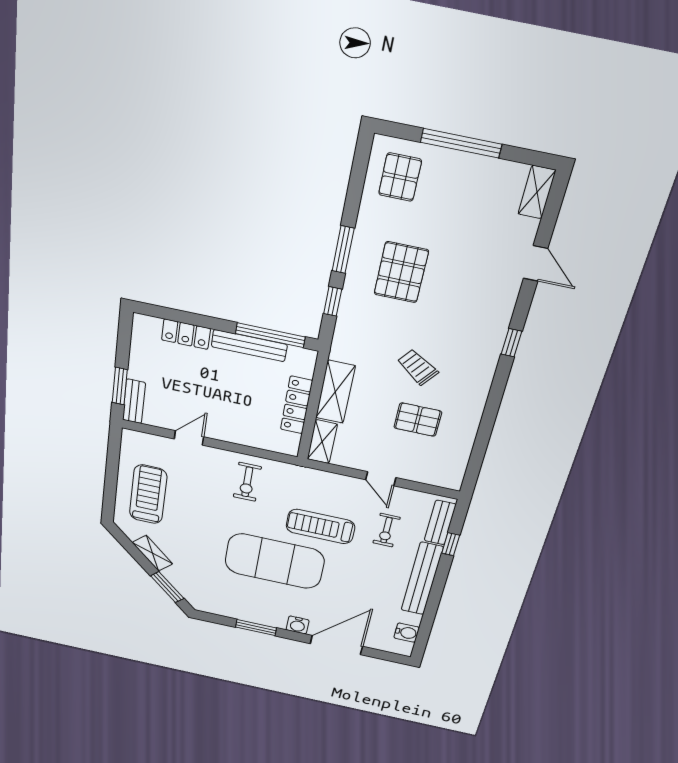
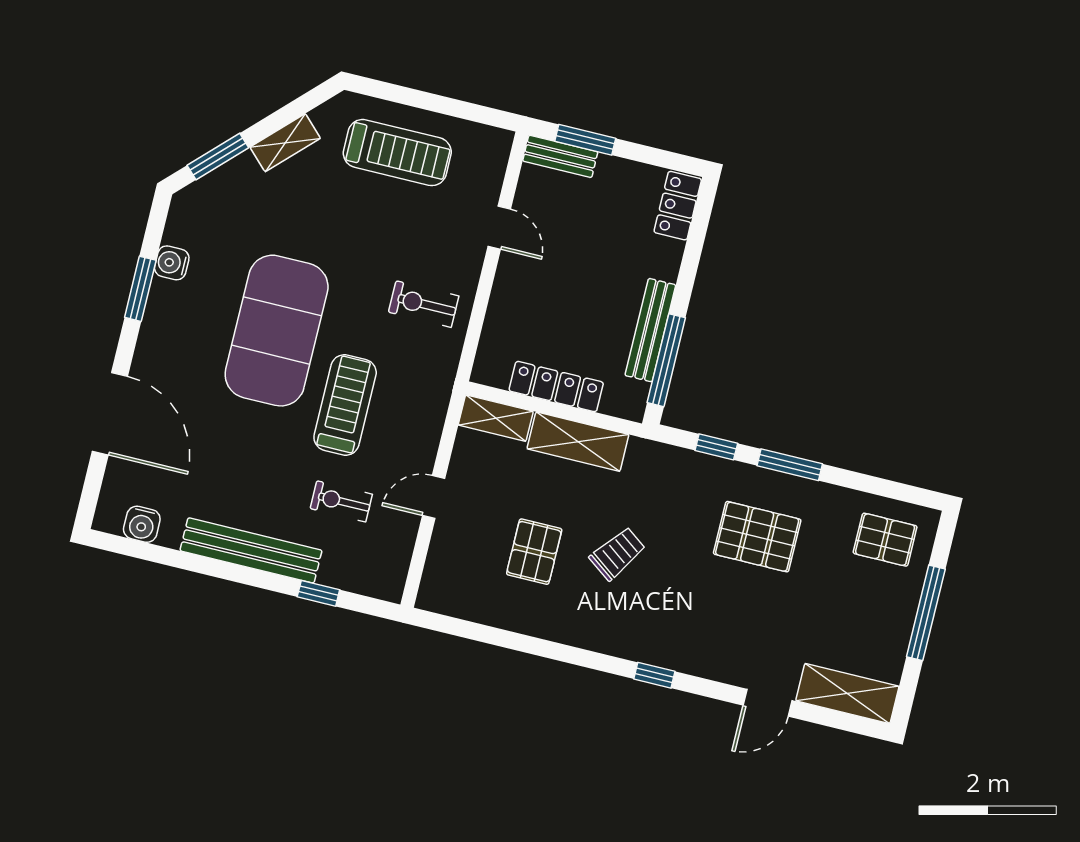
shelving: (537, 192) -> (847, 694), width x1.50, depth x1.33
locker: (186, 334) -> (678, 206), moved
bench: (440, 523) -> (358, 579), removed
water cooler: (298, 625) -> (172, 263), moved

